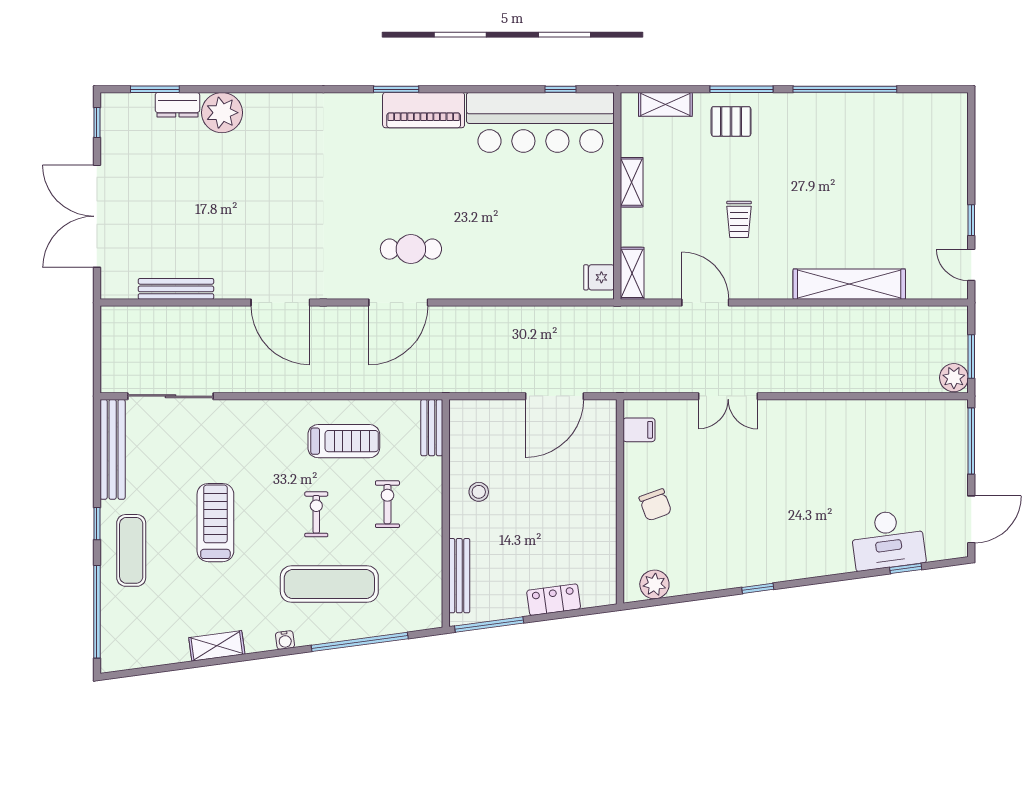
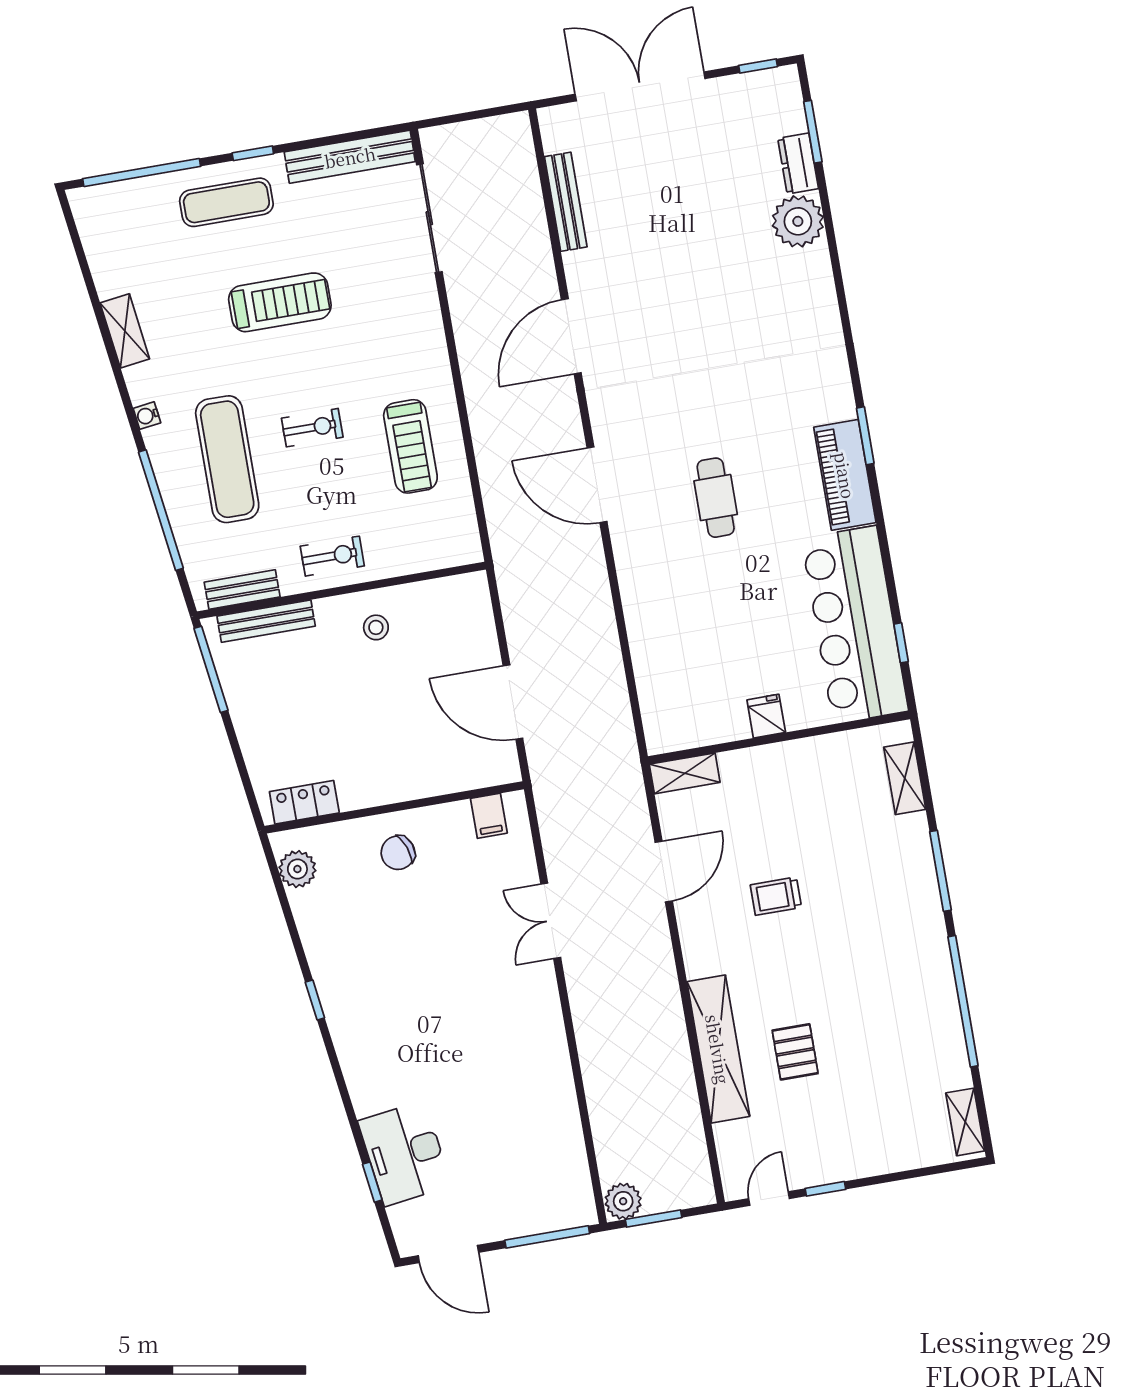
pallet: (731, 121) -> (795, 1052), moved
shelving: (632, 182) -> (965, 1122), moved, turned 90
cafe table: (411, 249) -> (716, 498), moved
fridge: (599, 277) -> (766, 716), moved
bench: (432, 428) -> (242, 590), moved
exercise bike: (387, 504) -> (332, 556), moved
locker: (554, 600) -> (304, 802), moved, turned -82

